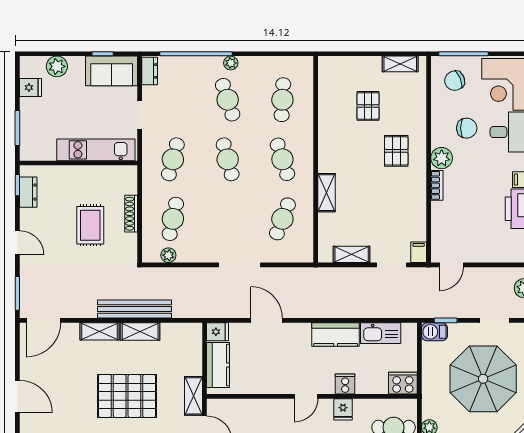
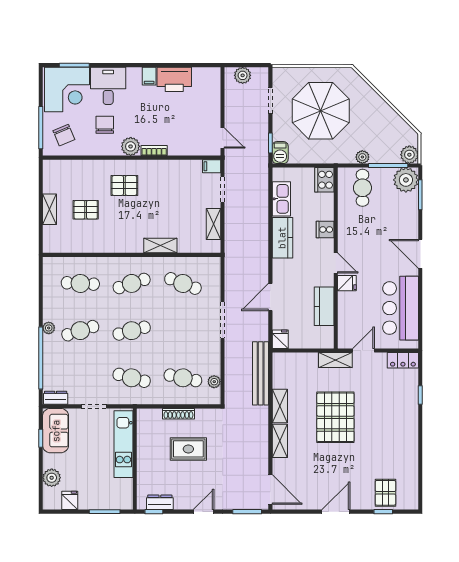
shelving: (400, 64) -> (50, 209), moved
bench: (134, 309) -> (261, 373), moved
kitchen counter: (218, 365) -> (324, 306), moved, turned -90
fridge: (343, 409) -> (347, 283), moved

